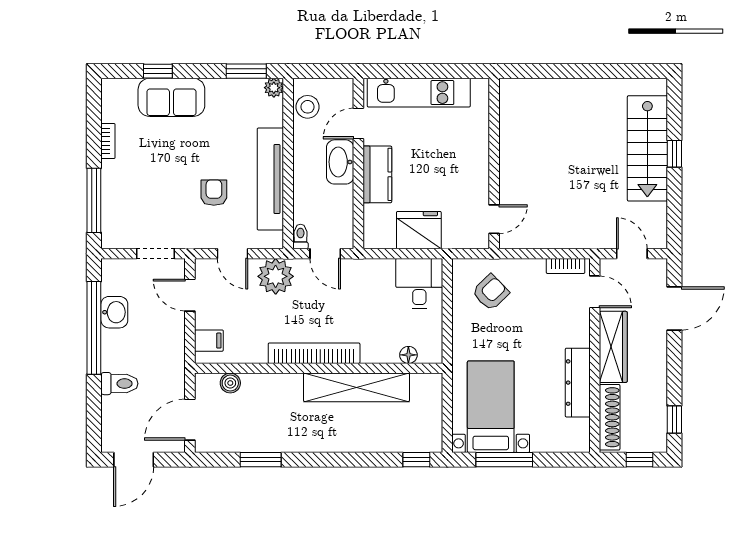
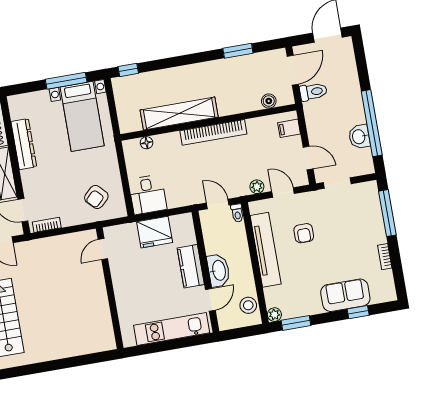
plant: (276, 276) -> (257, 187), width x0.53, depth x0.53
toilet: (119, 384) -> (313, 92), moved, turned 180

